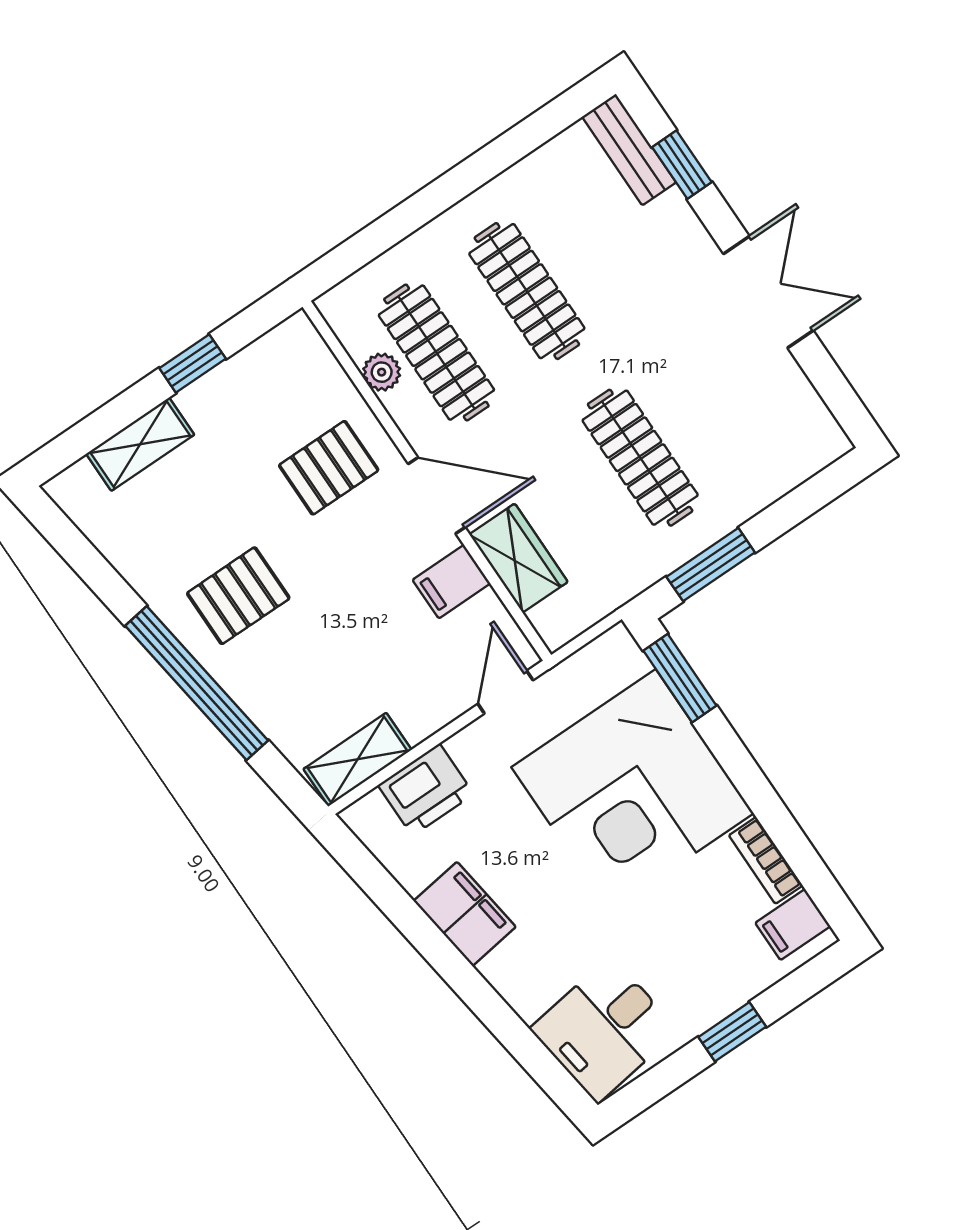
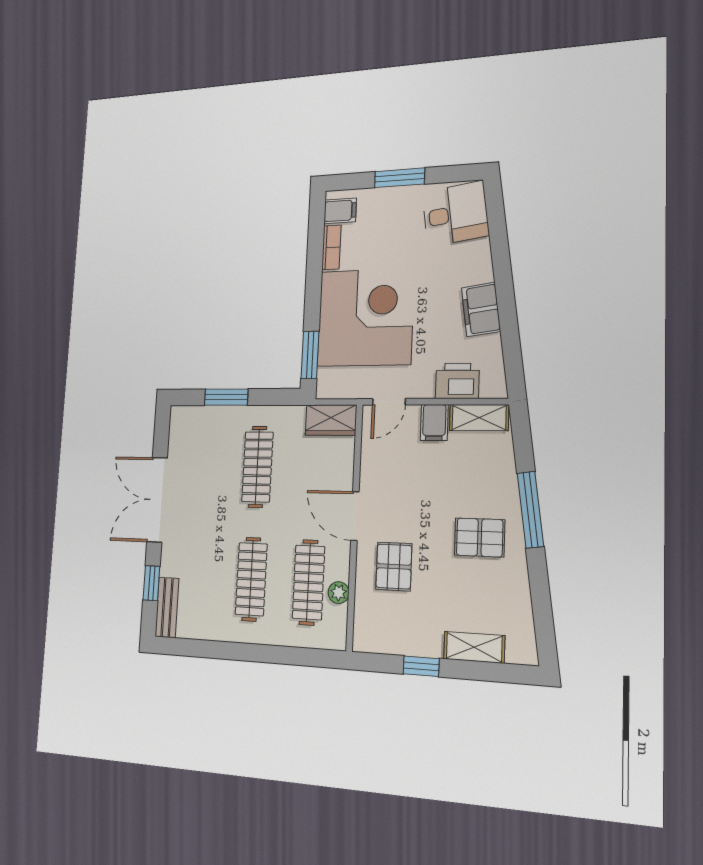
double door: (768, 292) -> (157, 500), width x1.37
pallet: (329, 468) -> (394, 566), turned 90
wardrobe: (518, 558) -> (331, 420), moved, turned -90
window: (711, 565) -> (226, 397), moved
filing cabinet: (451, 582) -> (434, 423), moved, turned 90
window: (197, 683) -> (530, 510), width x0.68
window: (732, 1032) -> (400, 178), width x1.50

